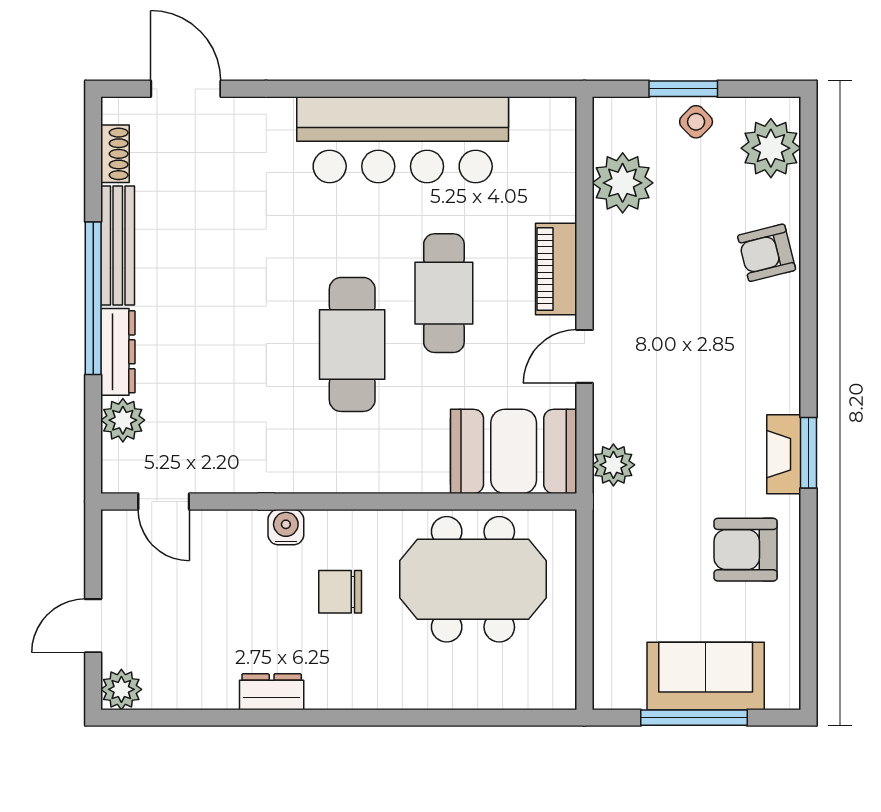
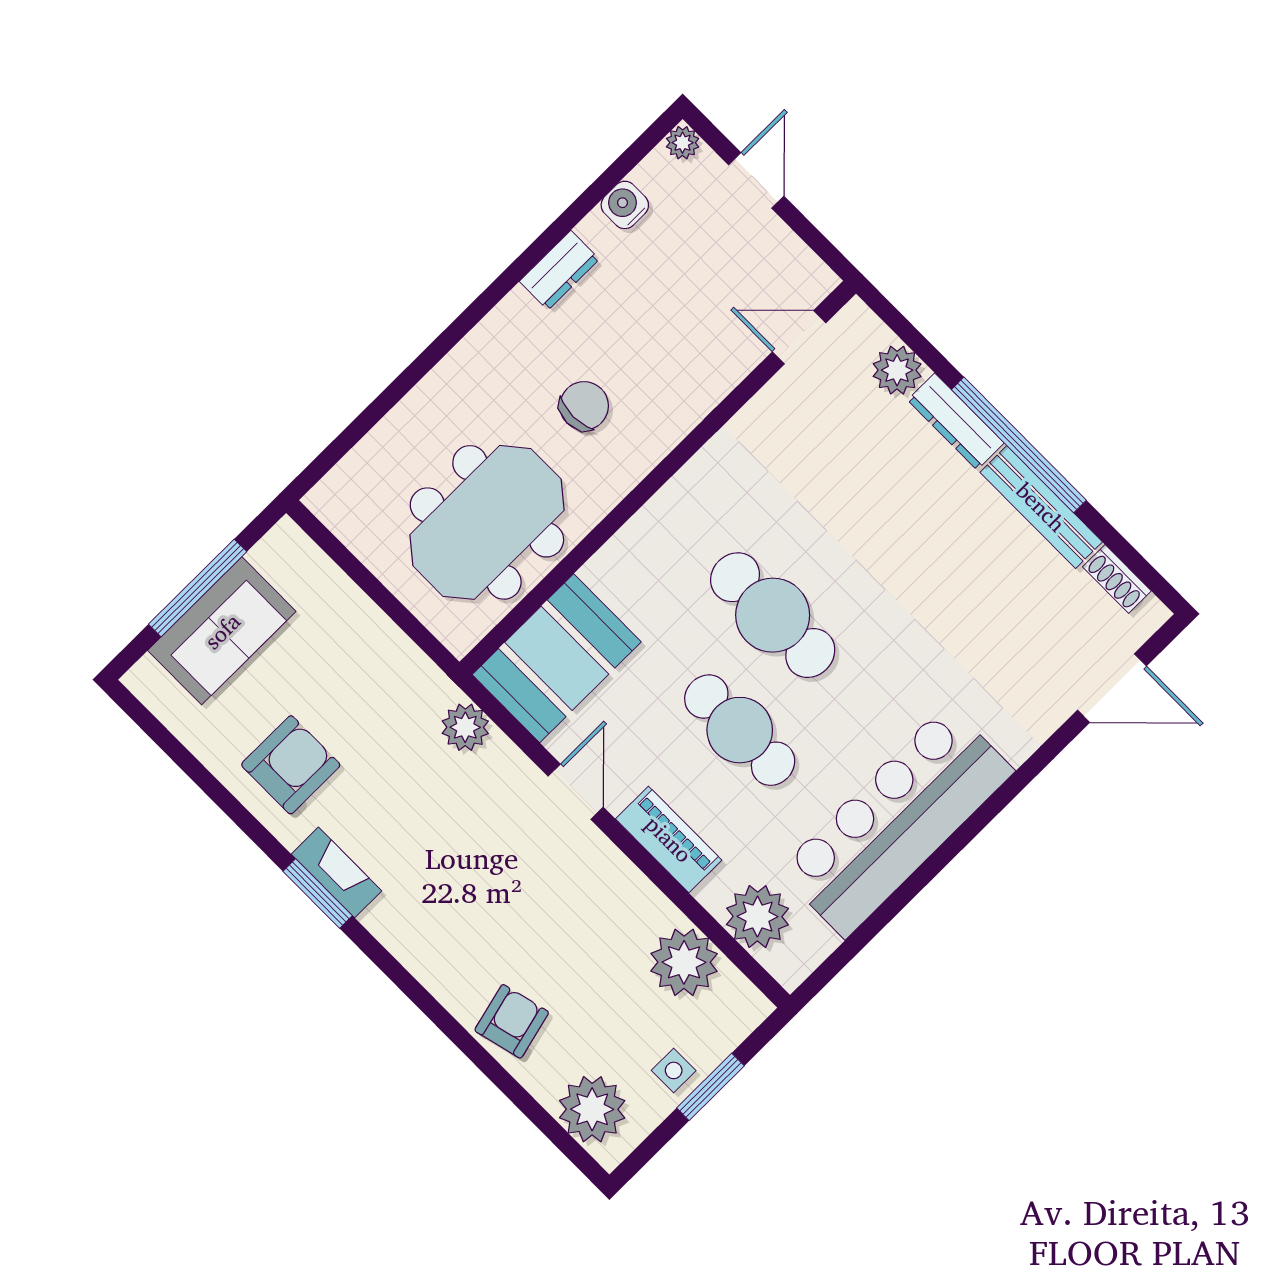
side table: (696, 122) -> (674, 1070), turned 45
plant: (548, 166) -> (757, 917), added
water cooler: (286, 527) -> (625, 205), moved, turned 180
plant: (121, 689) -> (683, 143), width x0.73, depth x0.73

